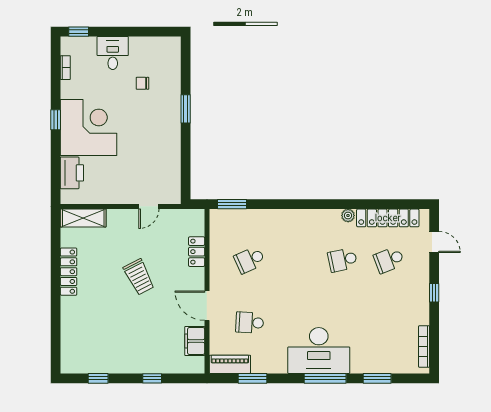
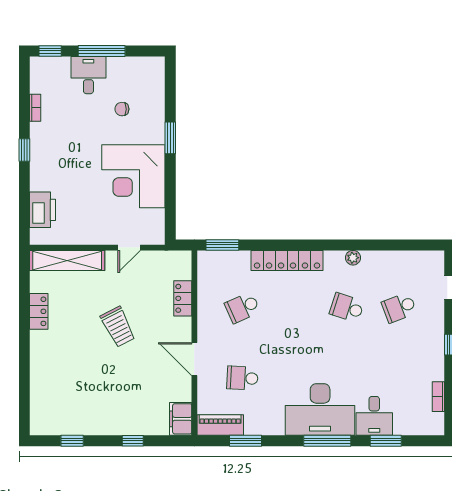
window: (124, 32) -> (102, 51), added
bookcase: (65, 68) -> (35, 108), moved
corner desk: (89, 128) -> (133, 176), moved, turned 180
shelving: (83, 218) -> (67, 260), width x1.47
locker: (388, 218) -> (287, 260), moved
school desk: (343, 260) -> (347, 308), turned 30
locker: (69, 272) -> (39, 311), width x0.66
filing cabinet: (195, 341) -> (181, 419), moved
bookcase: (424, 347) -> (438, 397), width x0.64
desk: (367, 356) -> (374, 416), added

